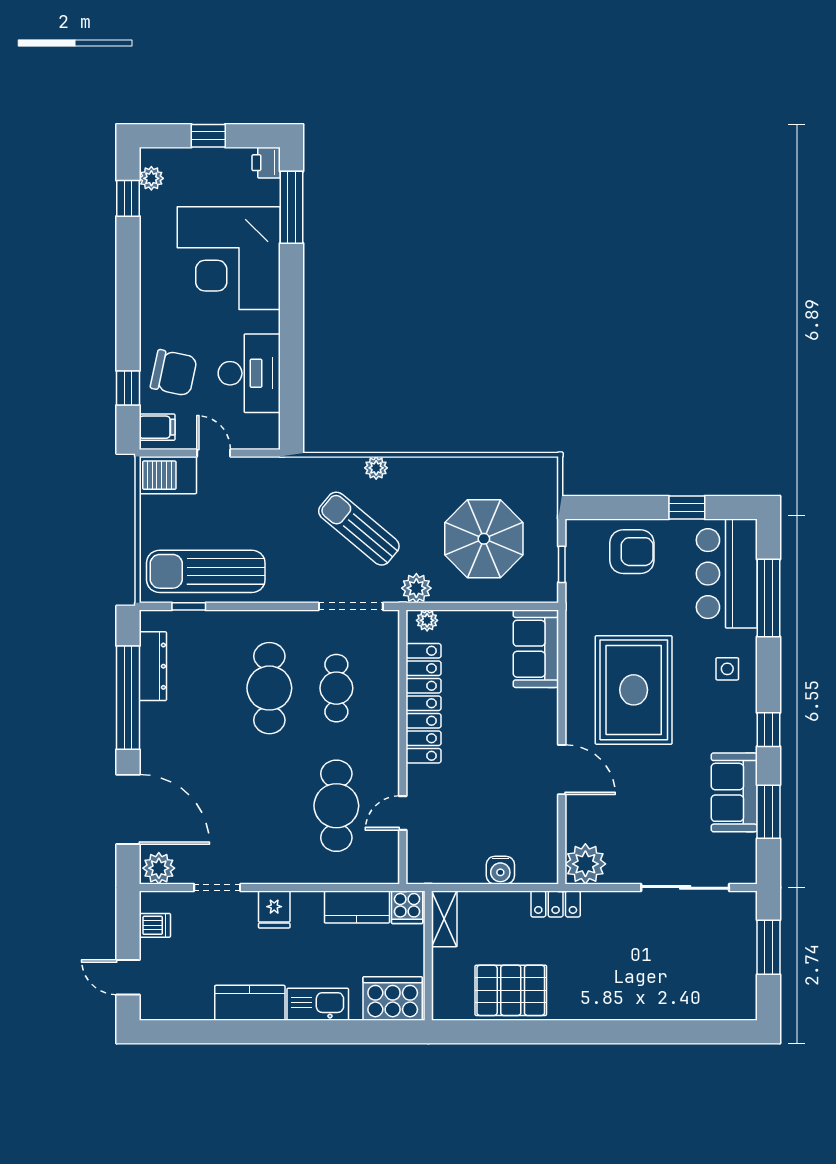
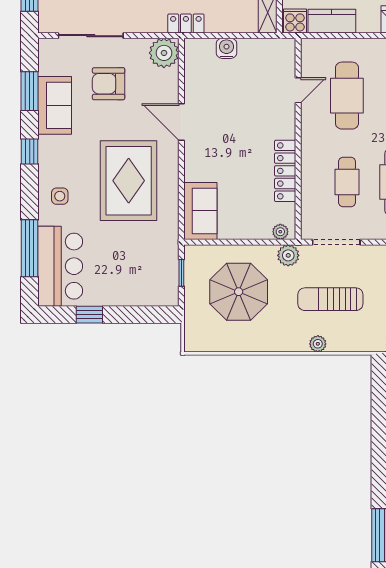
sun lounger: (359, 529) -> (330, 299), turned 140
armchair: (632, 552) -> (109, 84), moved
locker: (424, 703) -> (285, 171), width x0.71, depth x0.83

